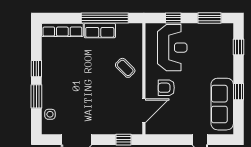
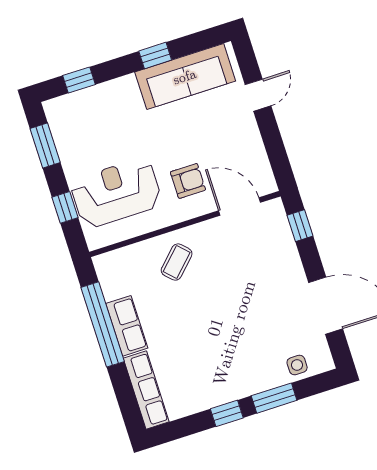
armchair: (166, 88) -> (188, 181), turned -90

